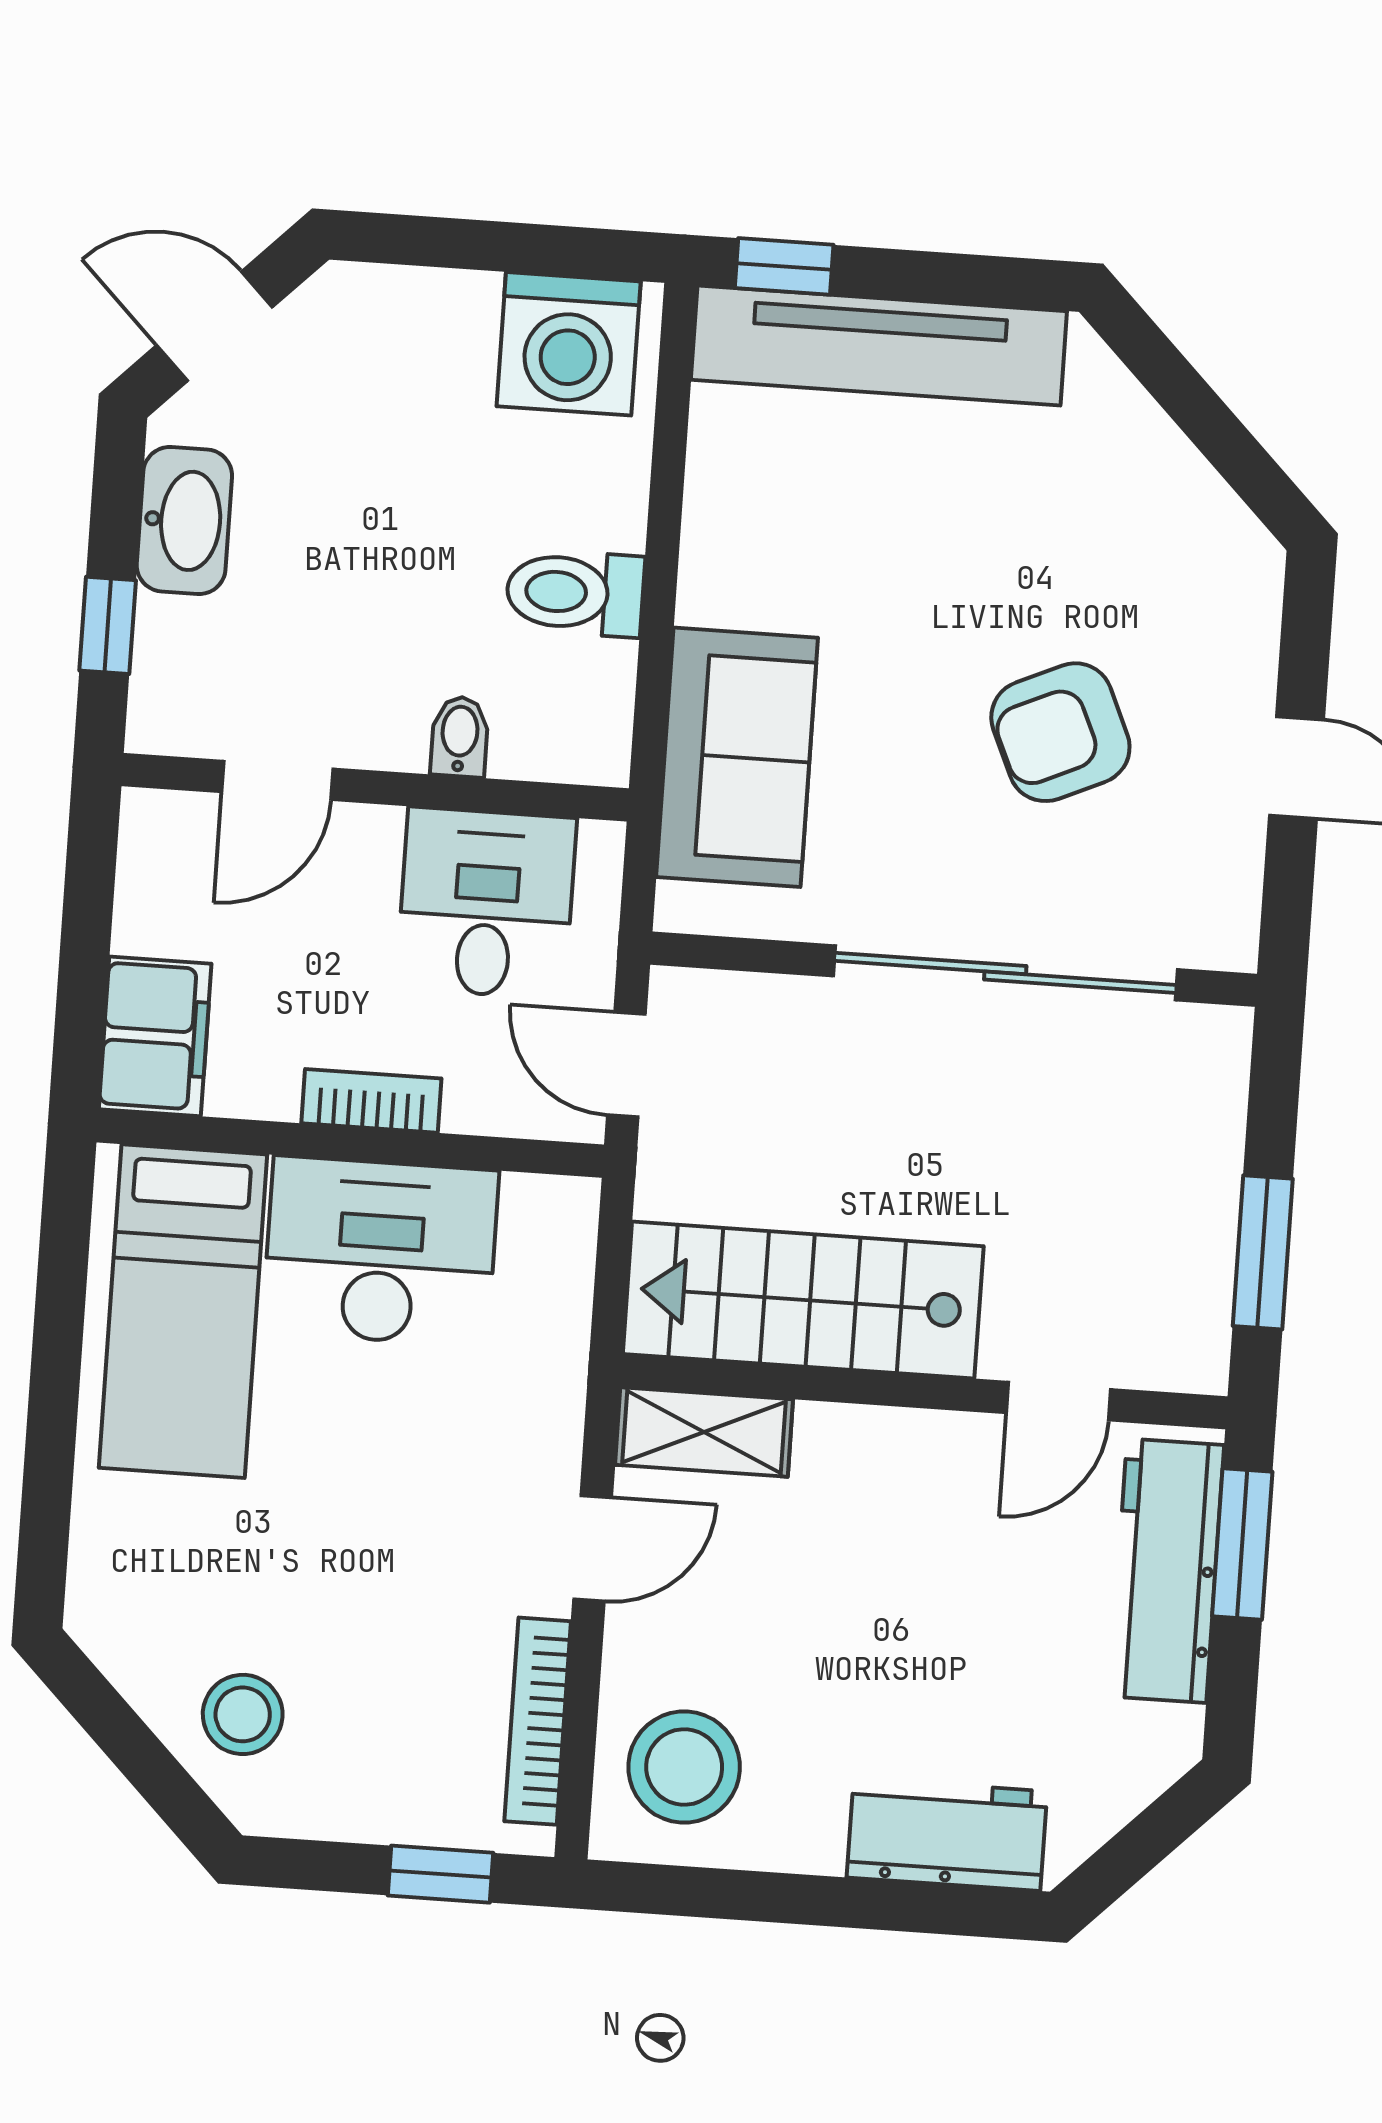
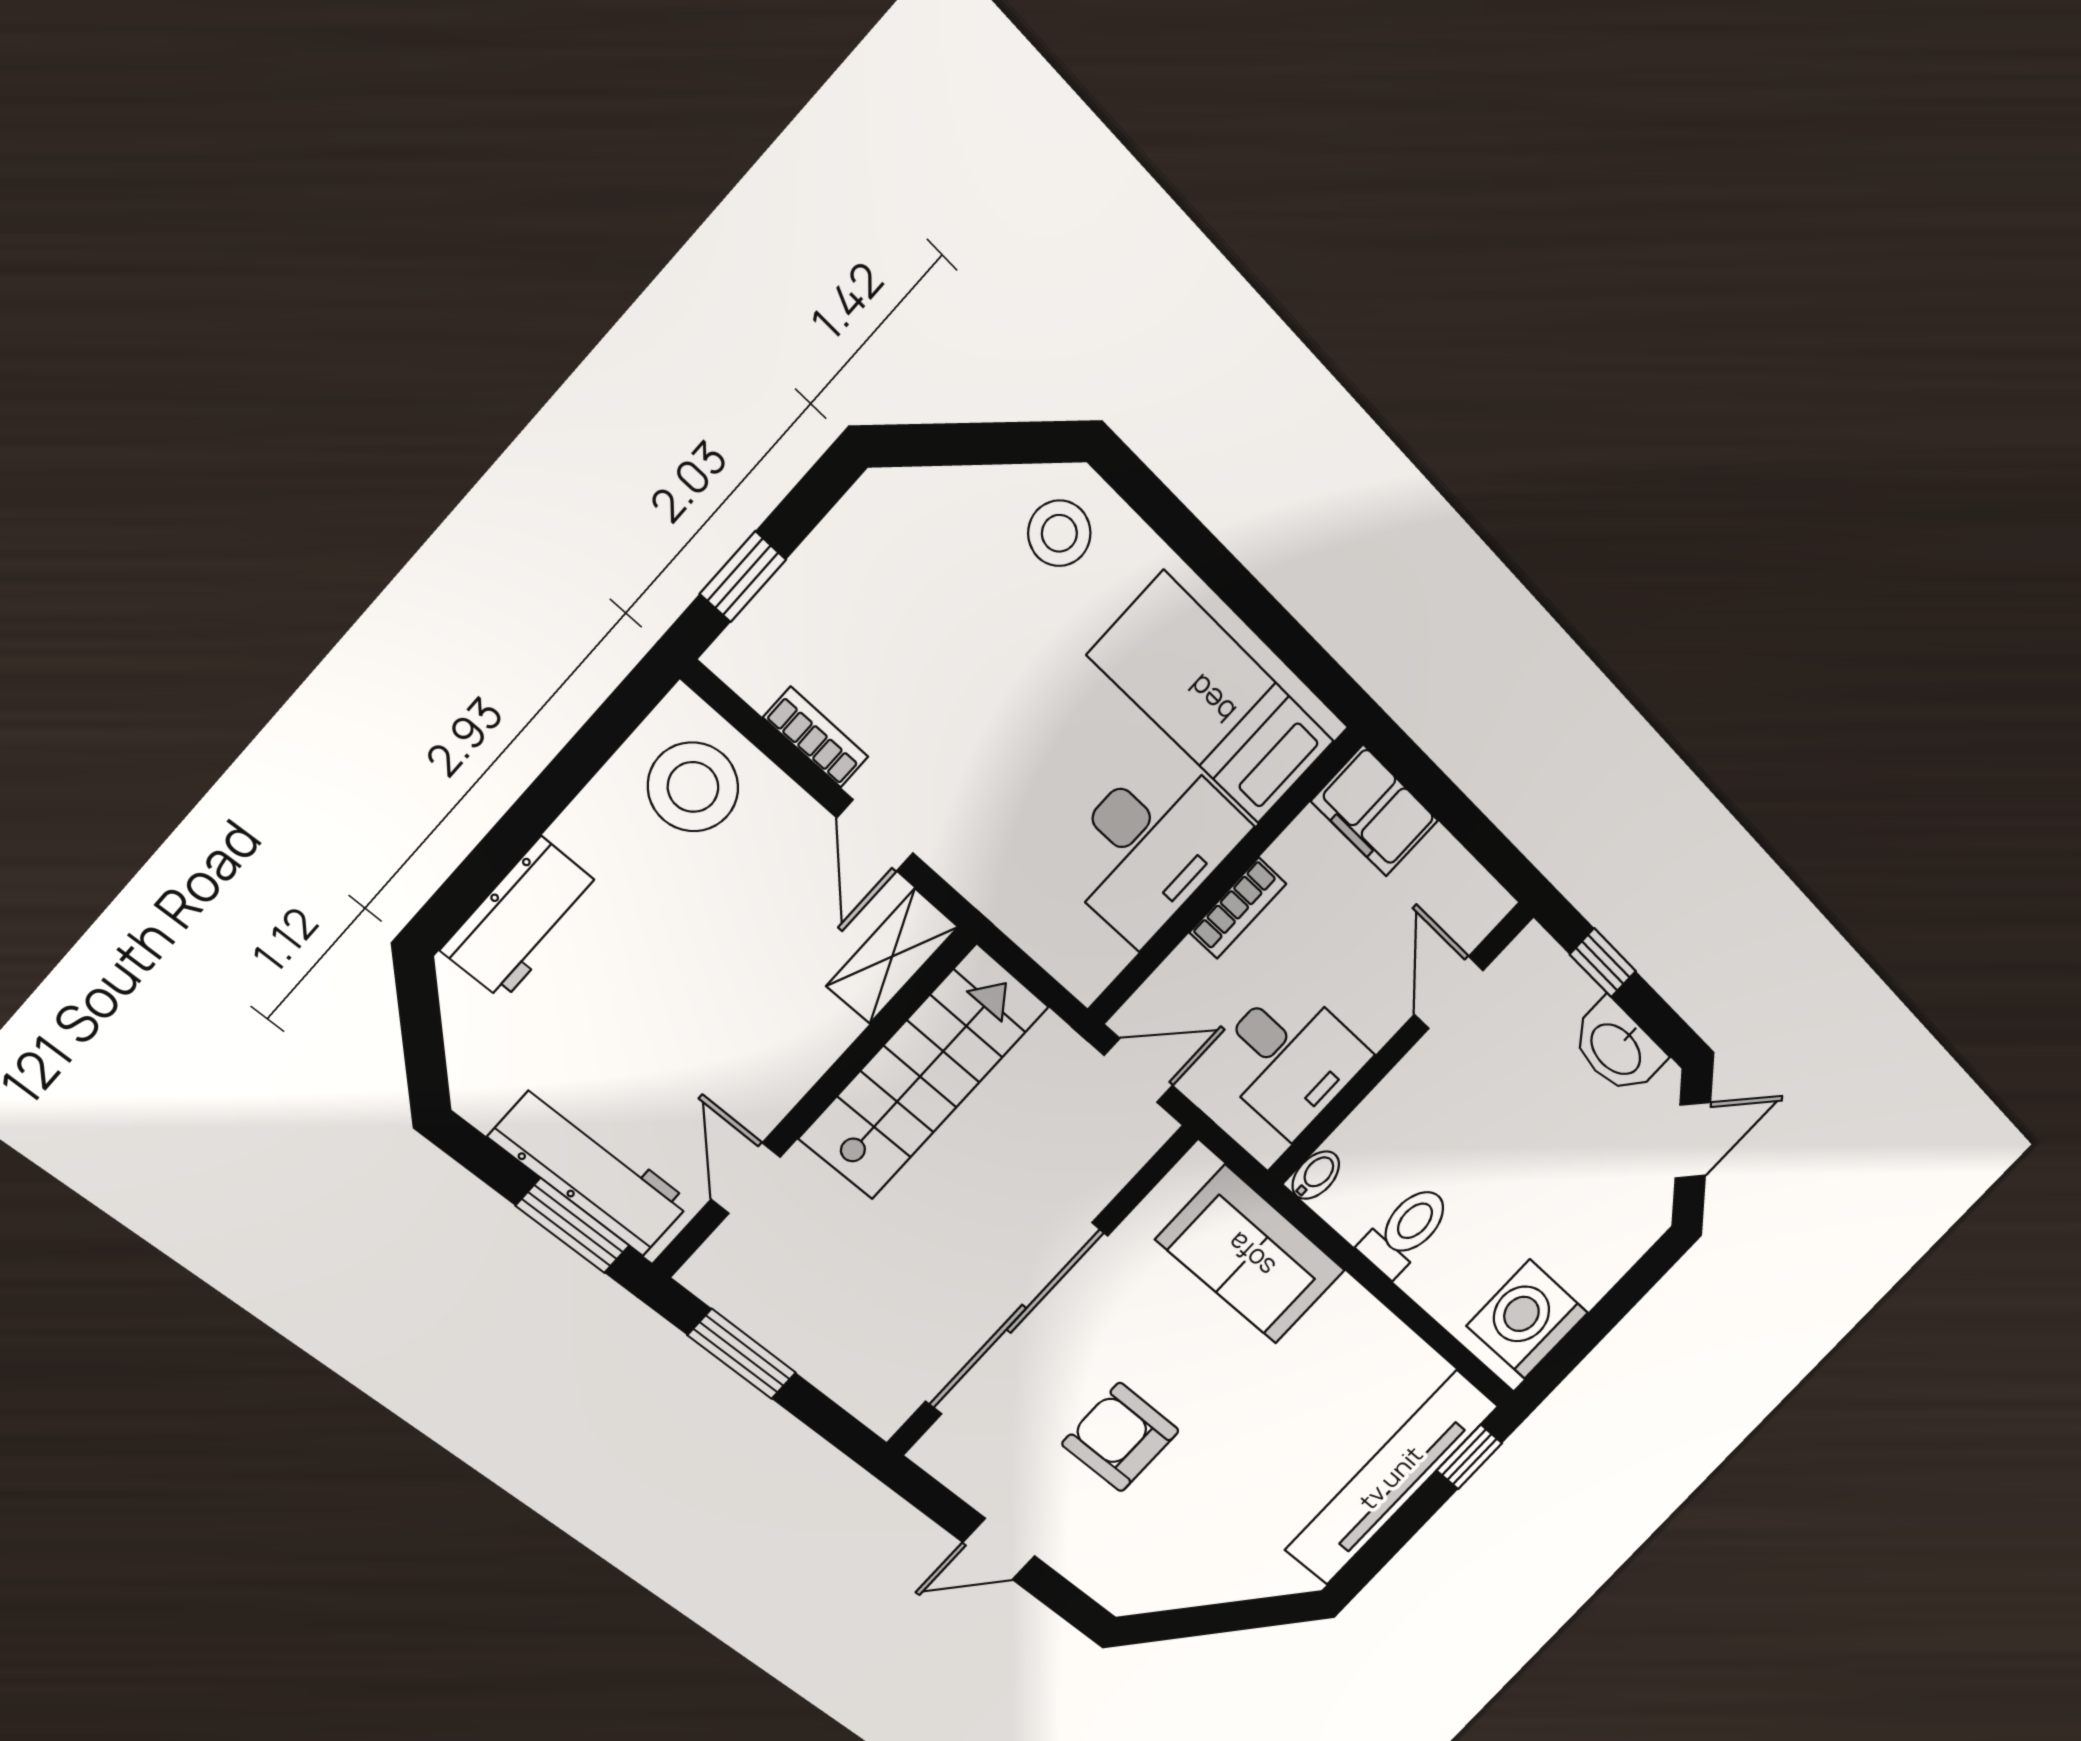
armchair: (1060, 732) -> (1120, 1437), turned -66
bidet: (460, 737) -> (1316, 1175), moved, turned -90
stool: (243, 1714) -> (1059, 533), moved
bookcase: (538, 1721) -> (816, 737), width x0.64

